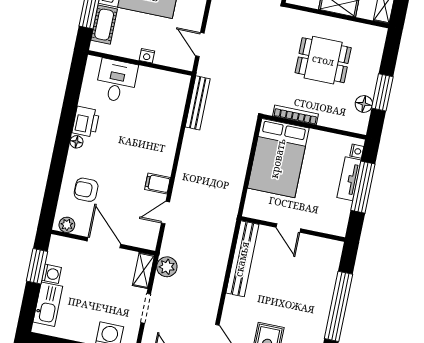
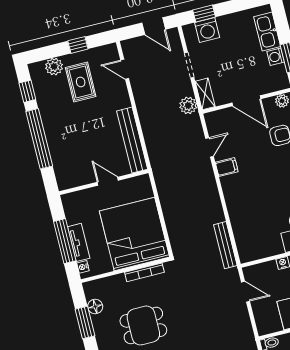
bed: (278, 158) -> (134, 234), width x1.36

